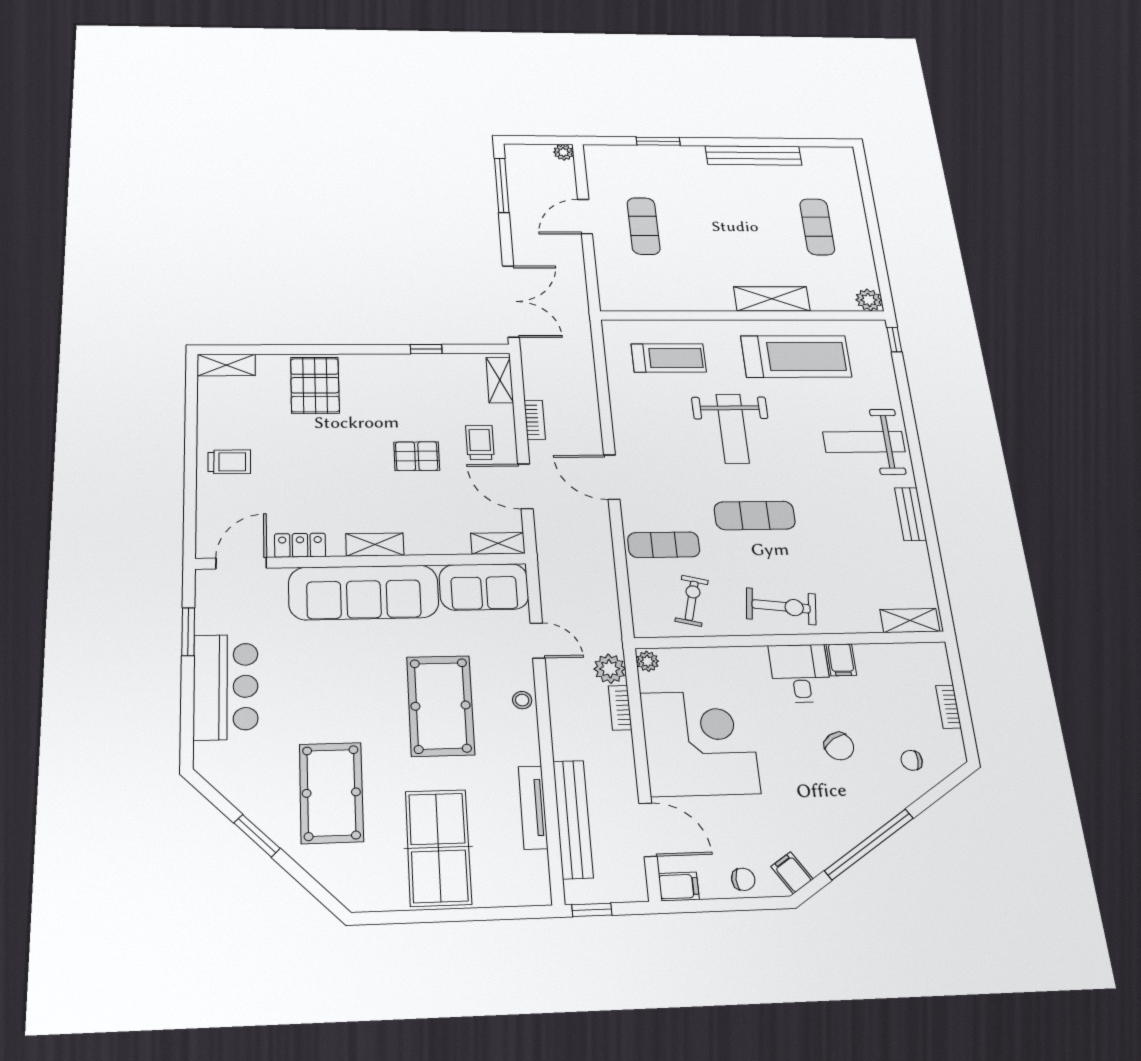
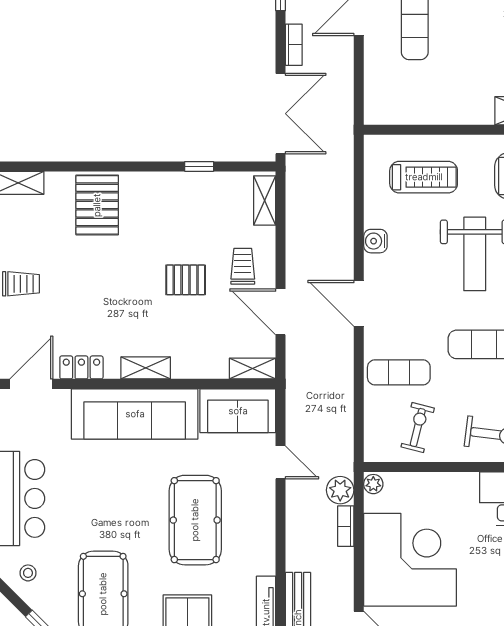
water cooler: (624, 417) -> (375, 241), added
bookcase: (535, 420) -> (294, 45), moved
stool: (522, 700) -> (28, 573), moved

